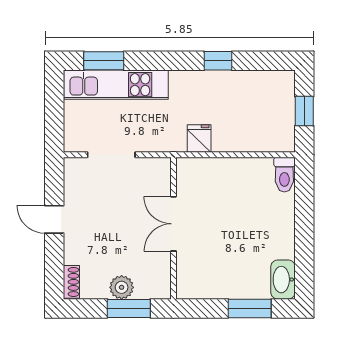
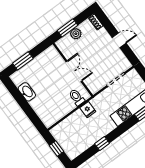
toilet: (284, 175) -> (77, 97), moved
washbasin: (283, 280) -> (27, 92), moved

